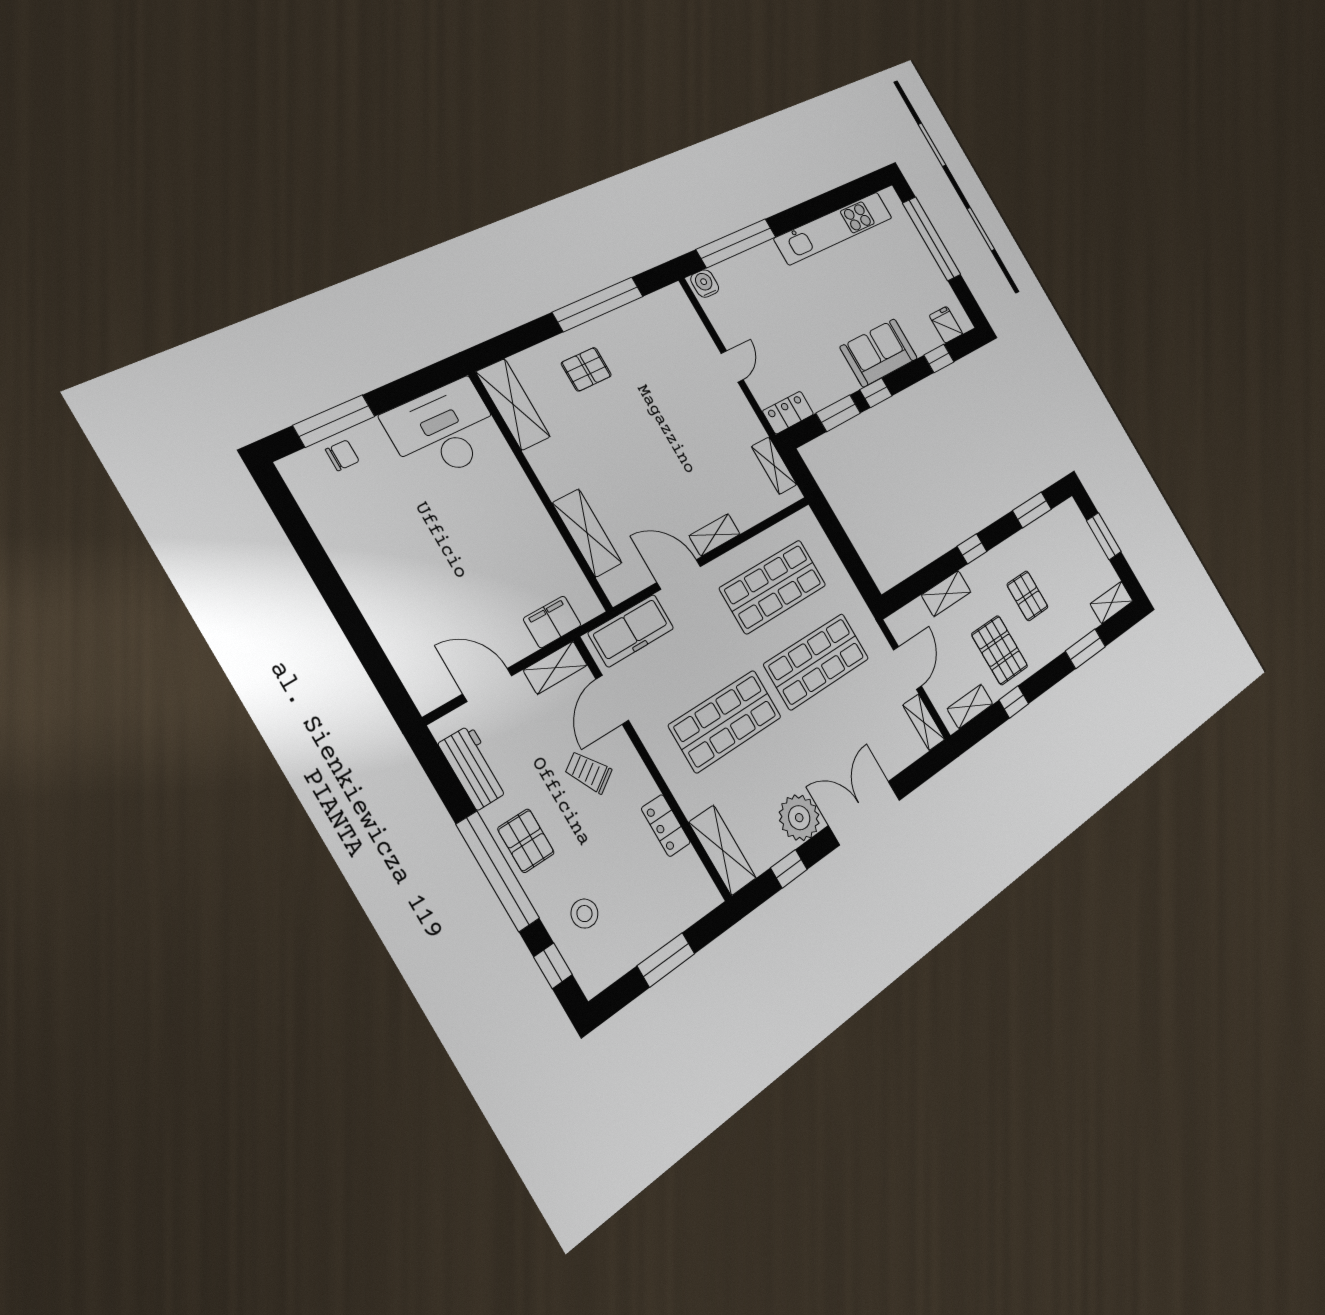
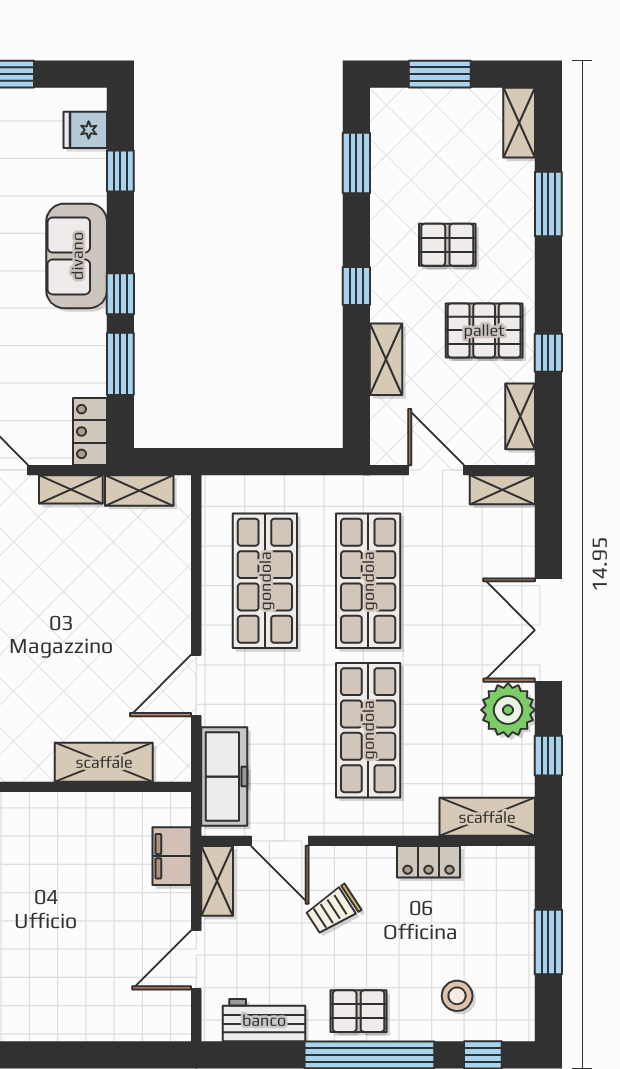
shelving: (715, 535) -> (71, 489), moved, turned 90

